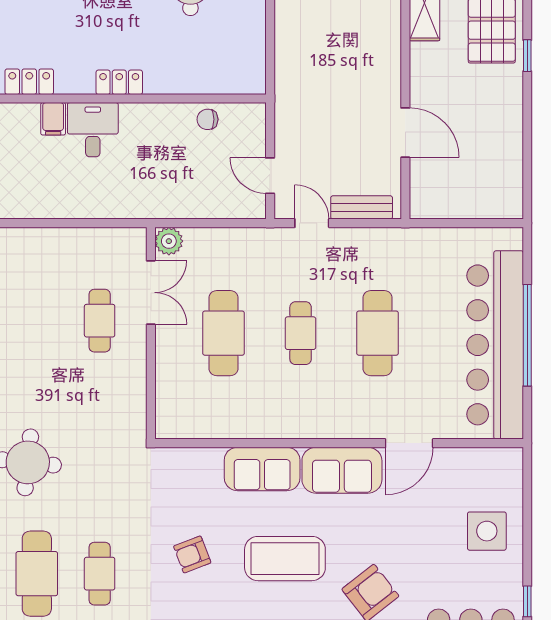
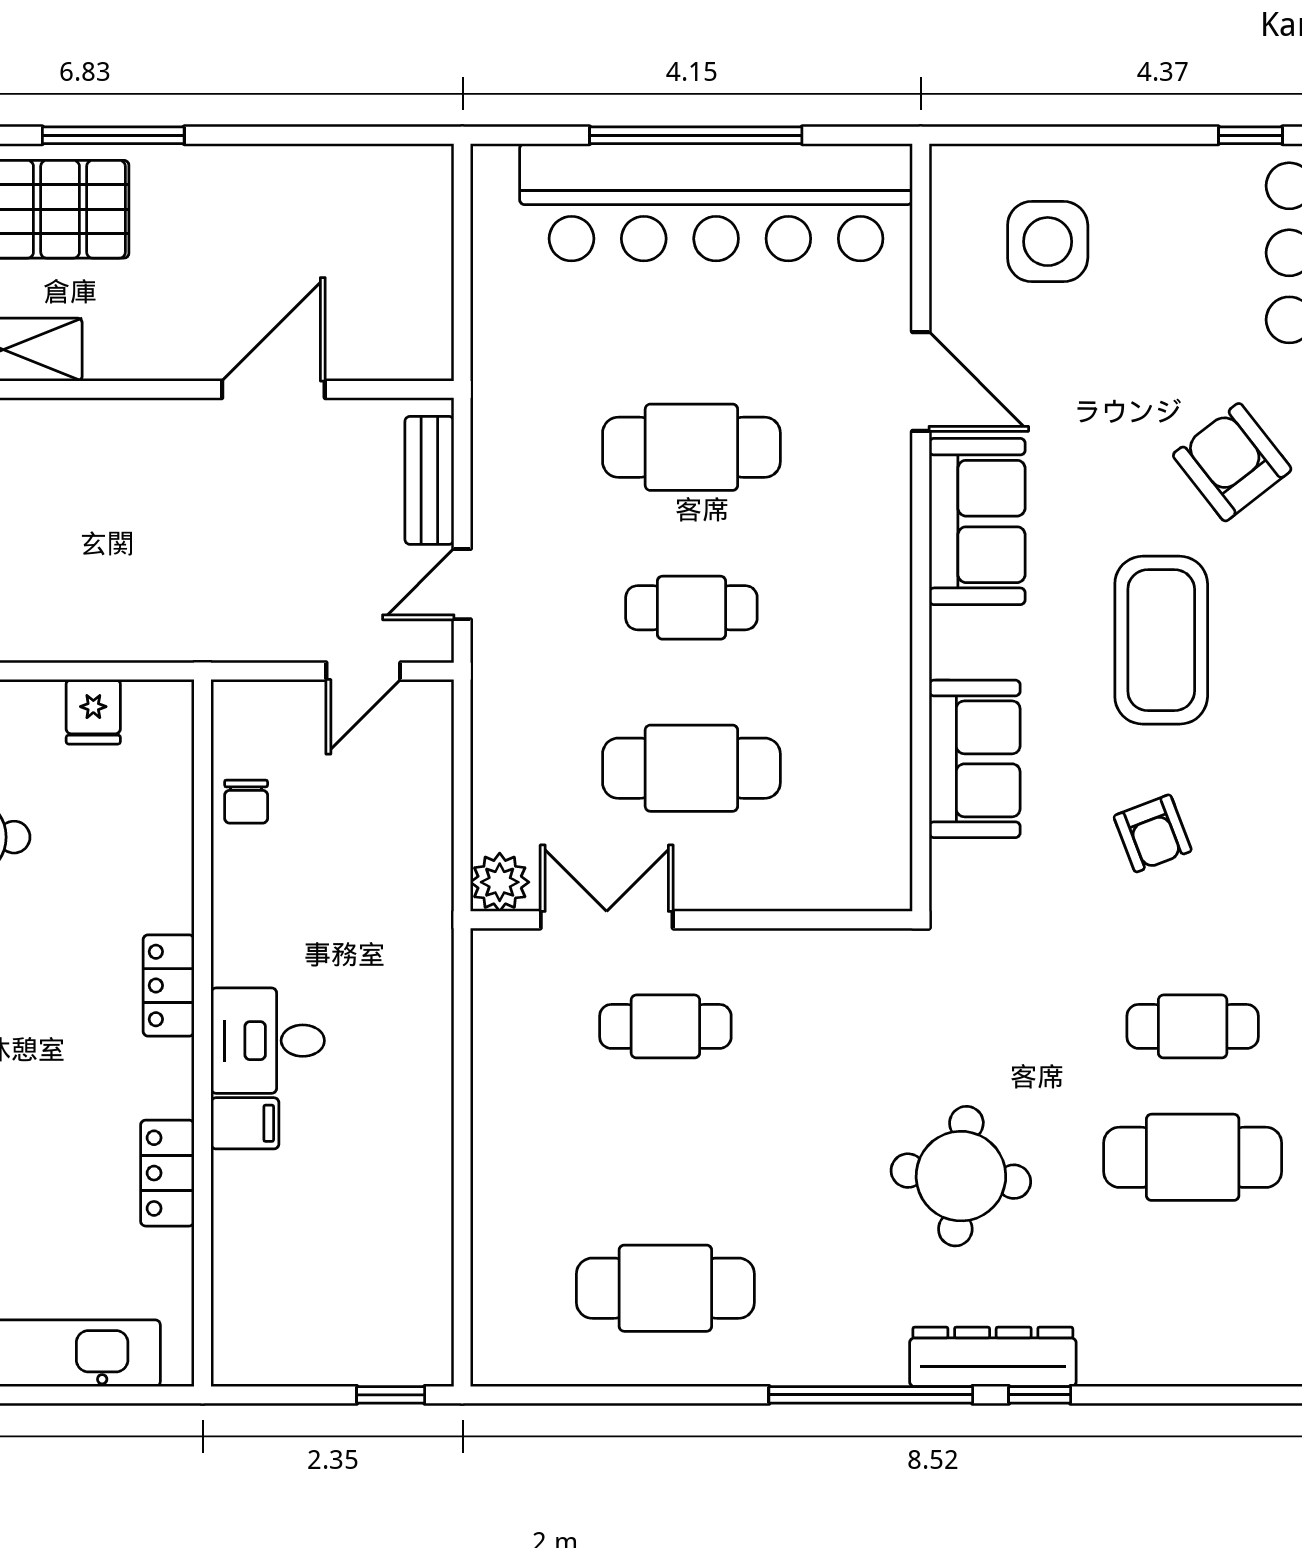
fridge: (251, 46) -> (93, 712), added
window: (527, 56) -> (113, 135), width x2.17
sofa: (262, 469) -> (975, 759), moved
side table: (487, 531) -> (1048, 242), moved

